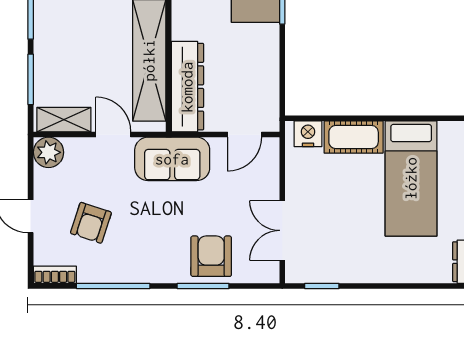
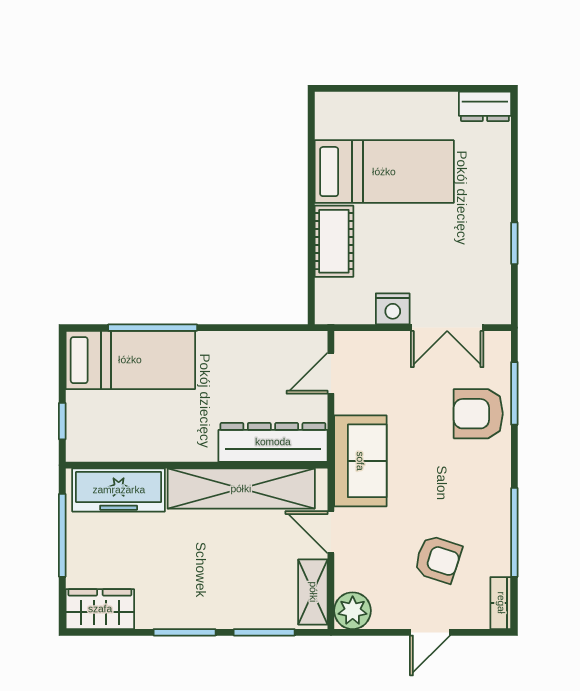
nightstand: (308, 134) -> (393, 309), moved, turned -90
door: (113, 135) -> (331, 532), hinge flipped
door: (245, 135) -> (331, 373), swing flipped
window: (203, 286) -> (514, 393), moved
window: (322, 286) -> (514, 243), moved

